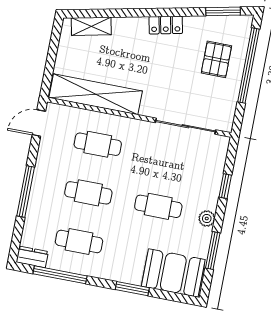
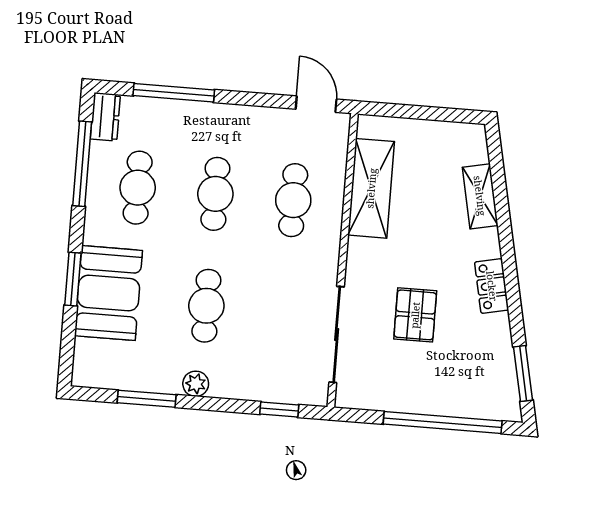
shelving: (91, 26) -> (480, 196), moved
pallet: (216, 59) -> (415, 315), moved, turned 90
shelving: (96, 94) -> (371, 188), width x0.68
window: (225, 186) -> (279, 409), moved
window: (26, 192) -> (174, 93), moved
booth: (173, 273) -> (108, 293), moved

